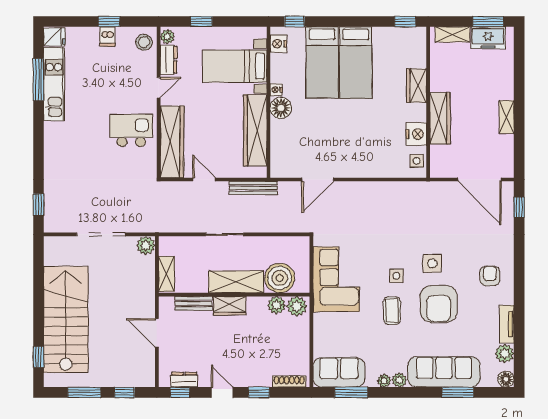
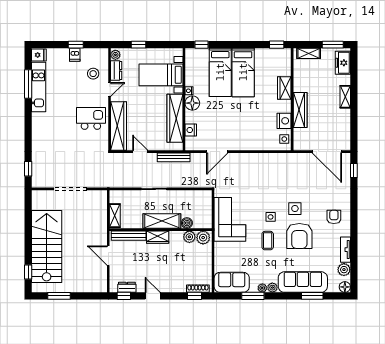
freezer: (488, 38) -> (343, 63), moved, turned 90
stool: (144, 42) -> (93, 74), moved
nightstand: (278, 44) -> (191, 130), moved
shelving: (506, 117) -> (345, 97), moved
plant: (146, 245) -> (101, 196), removed
boiler: (280, 278) -> (187, 223), width x0.54, depth x0.54
bench: (194, 303) -> (129, 236), width x1.36
window: (124, 392) -> (86, 296), removed
window: (259, 392) -> (194, 296), moved
window: (351, 392) -> (253, 296), moved

